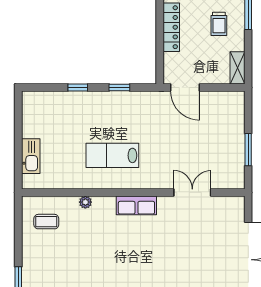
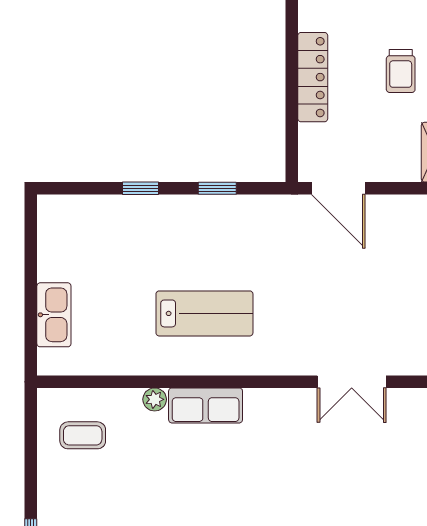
lab bench: (112, 155) -> (204, 313), turned 180
double door: (192, 192) -> (352, 382), swing flipped
row of seats: (136, 205) -> (206, 405), moved

